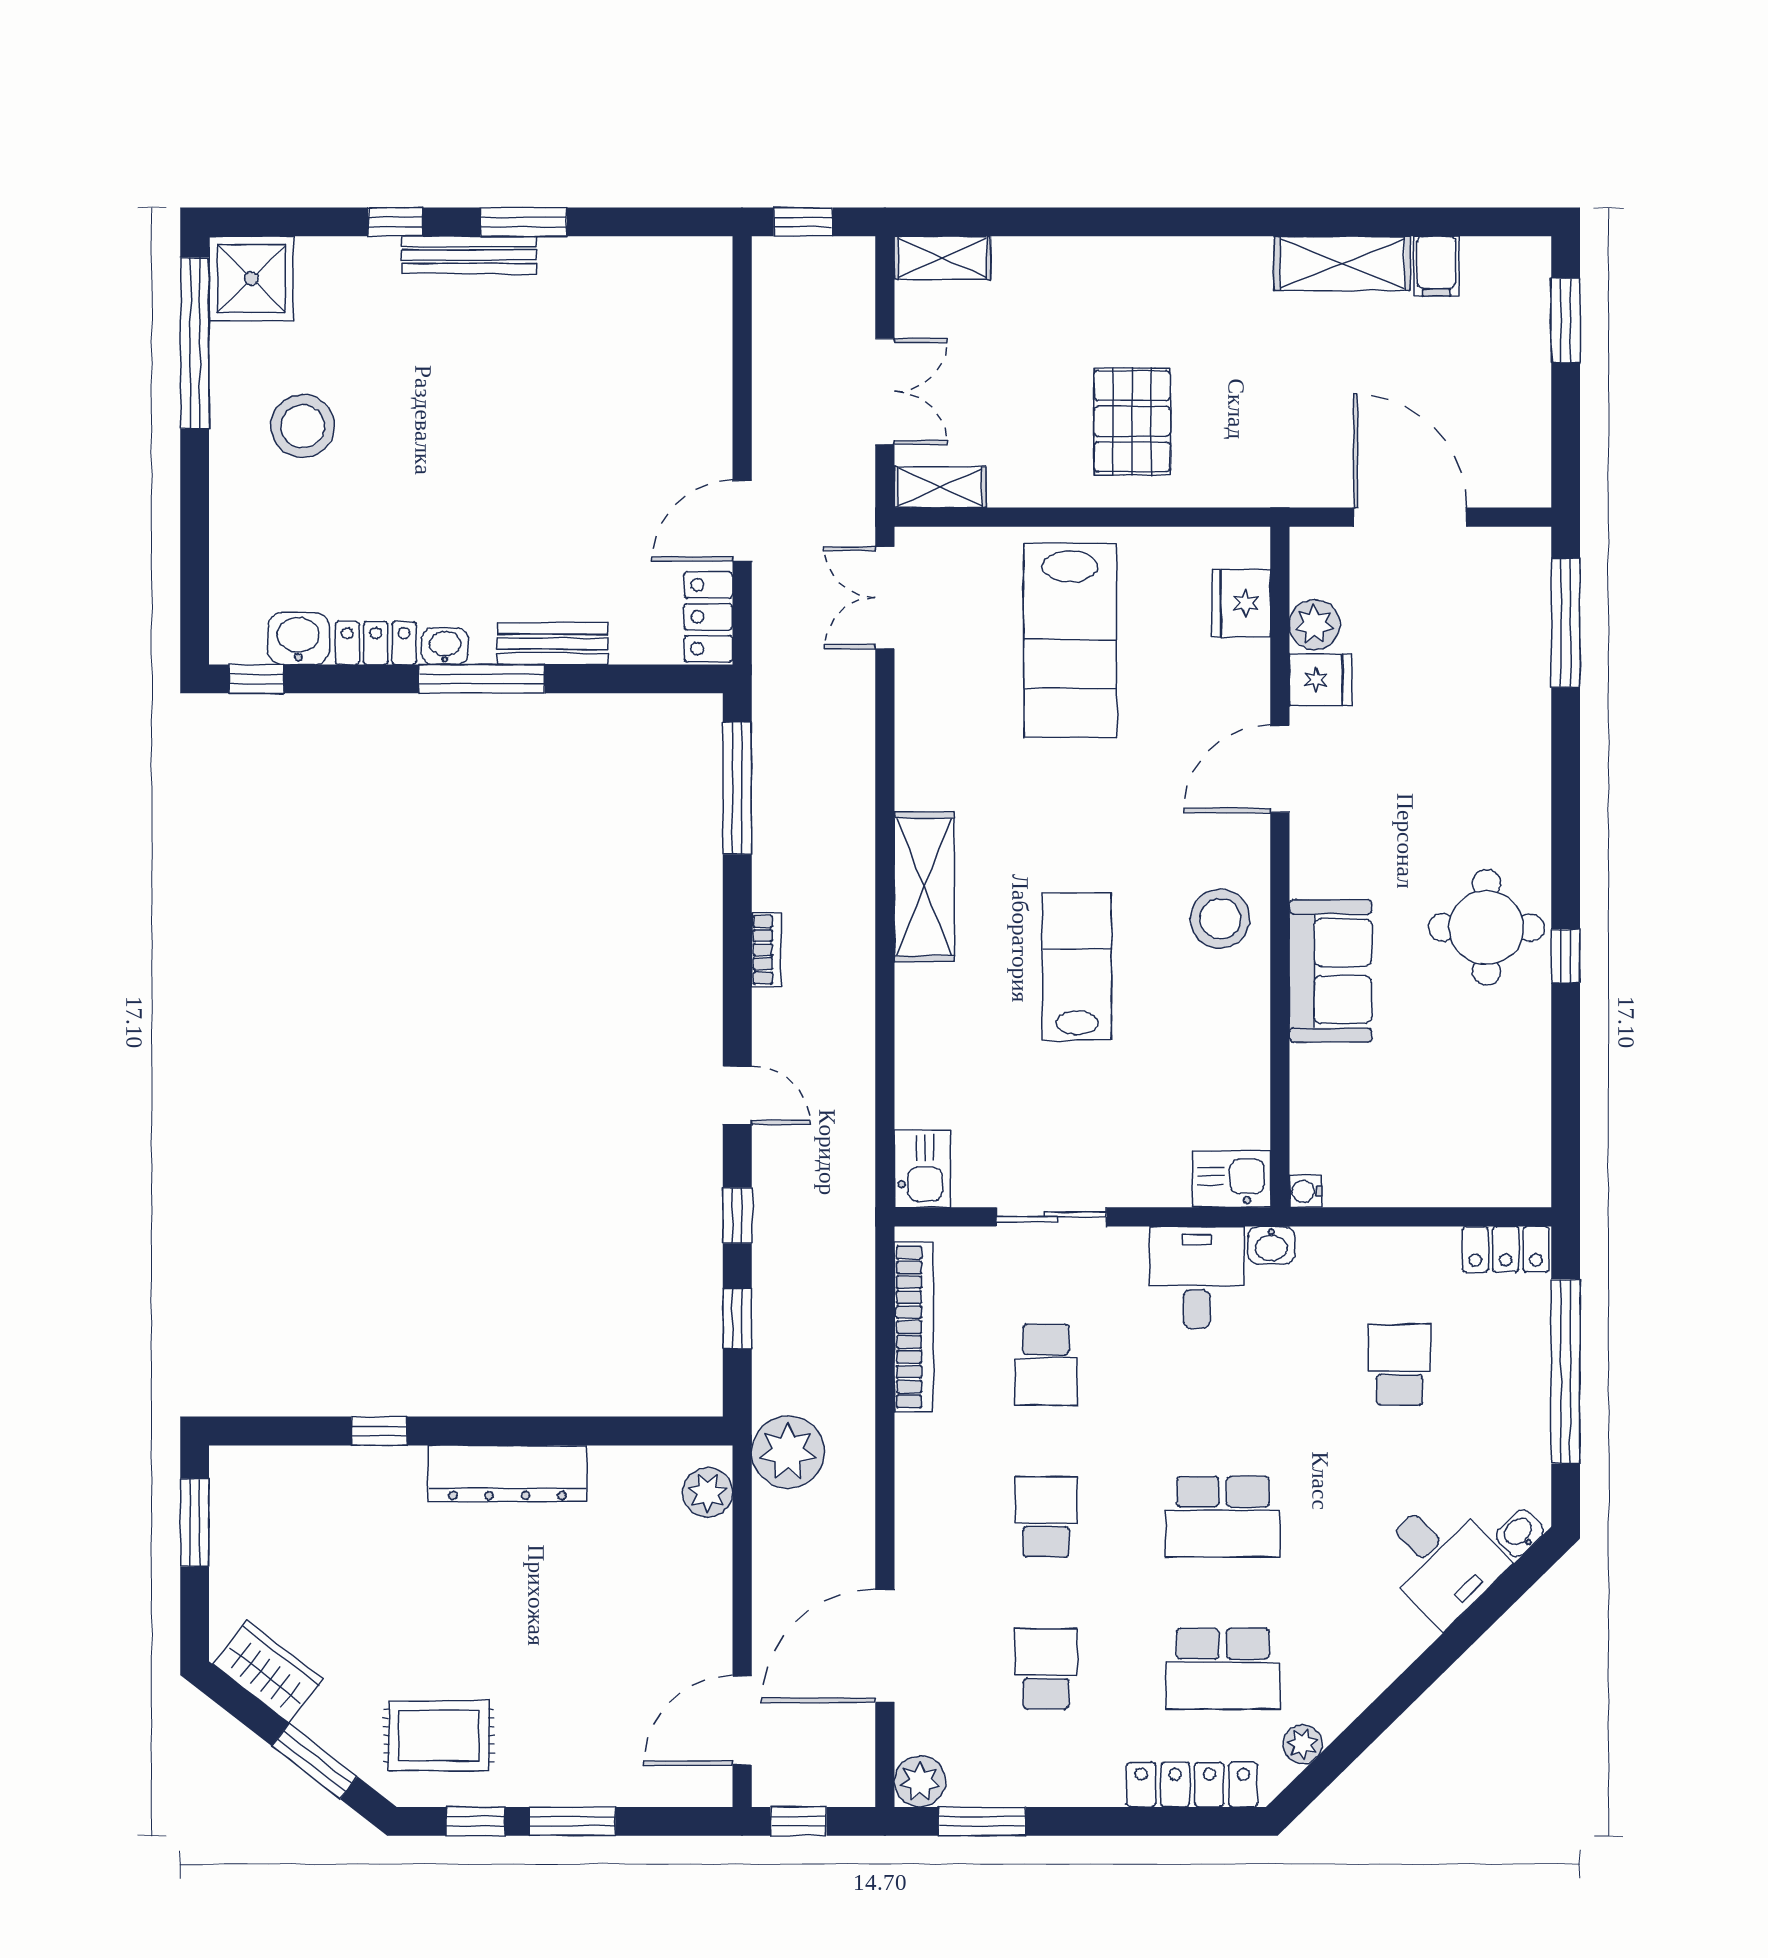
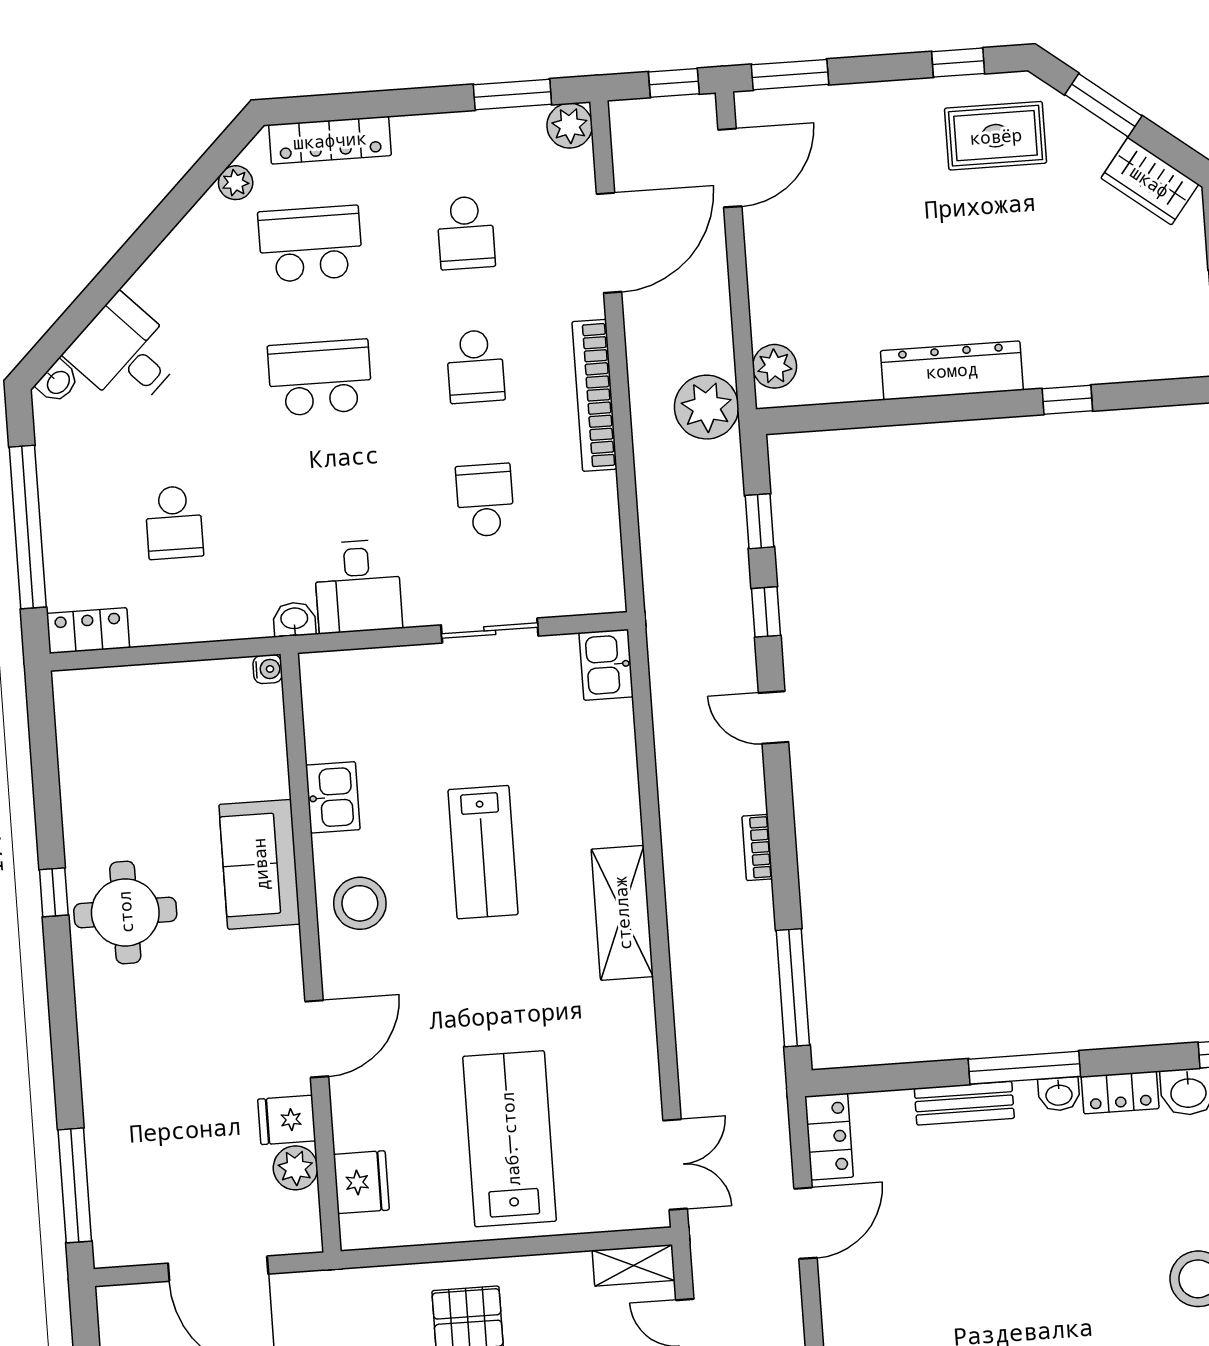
kitchen sink: (1232, 1179) -> (333, 797), moved, turned -90
bookcase: (914, 1327) -> (594, 395), moved
window: (572, 1821) -> (790, 75), moved

